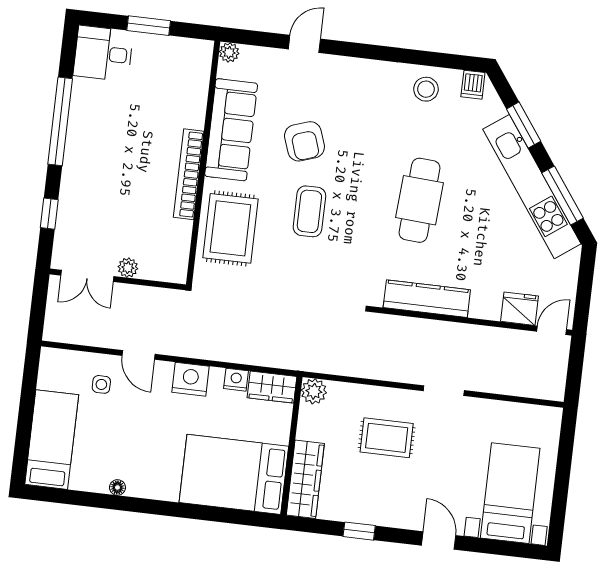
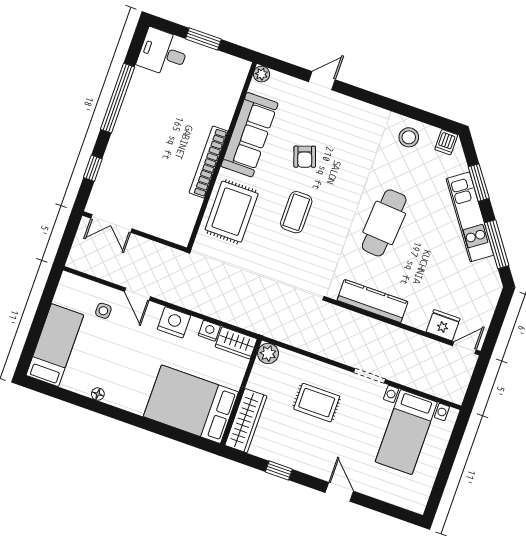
armchair: (304, 141) -> (305, 157), width x0.72, depth x0.72
kitchen unit: (532, 187) -> (470, 217), width x0.73
plant: (128, 268) -> (145, 224), removed
bed with nightstands: (510, 493) -> (406, 432), moved, turned 180

